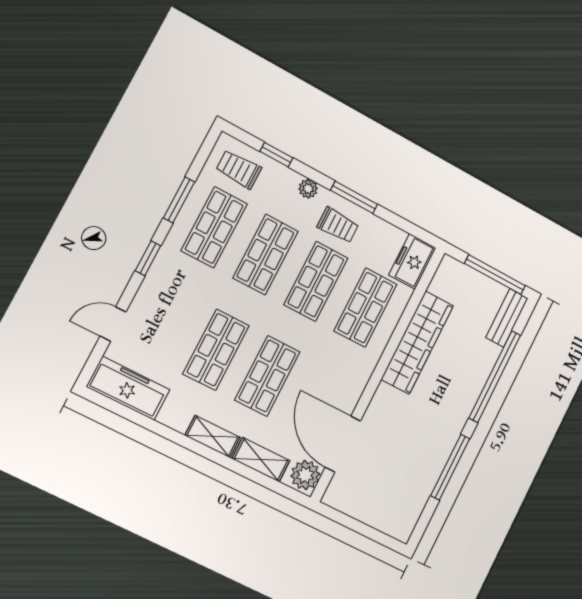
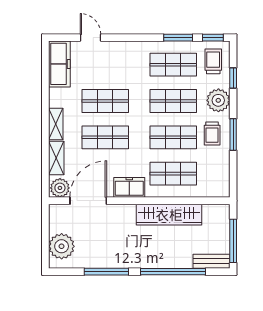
plant: (308, 189) -> (218, 100), width x1.88, depth x1.88
window: (148, 258) -> (213, 38), moved
freezer: (412, 261) -> (129, 187), moved
plant: (386, 512) -> (62, 246), added

